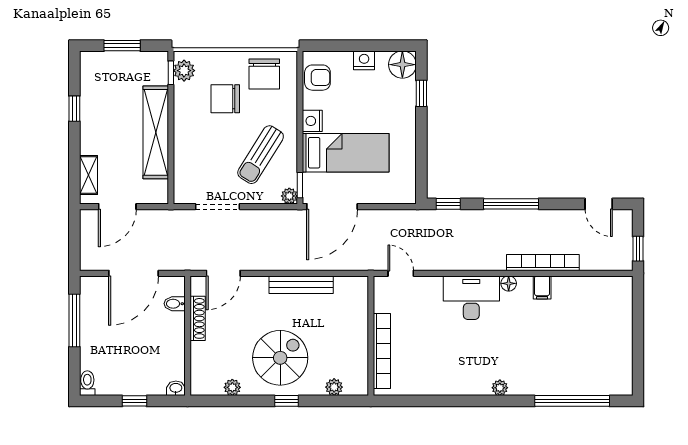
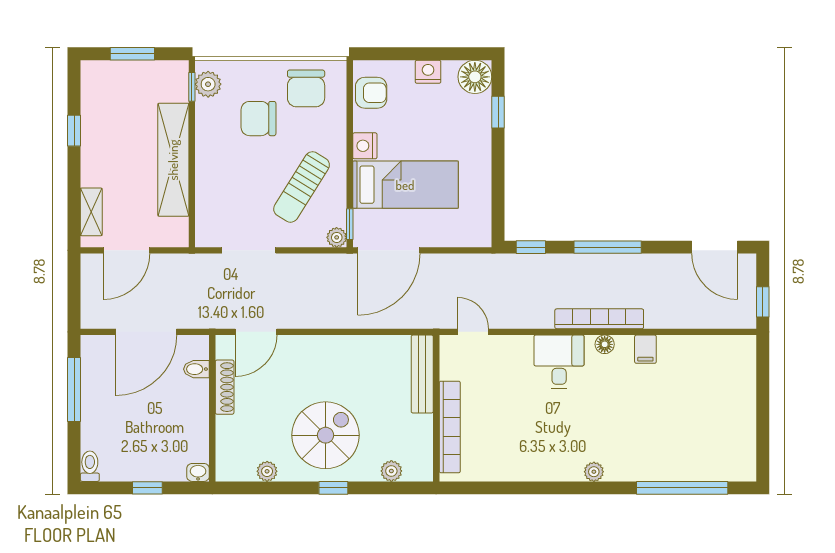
door: (599, 204) -> (715, 247), width x1.38
bookcase: (543, 263) -> (599, 319), moved
bench: (301, 285) -> (422, 374), moved, turned 90
desk: (471, 298) -> (559, 362), width x0.73

